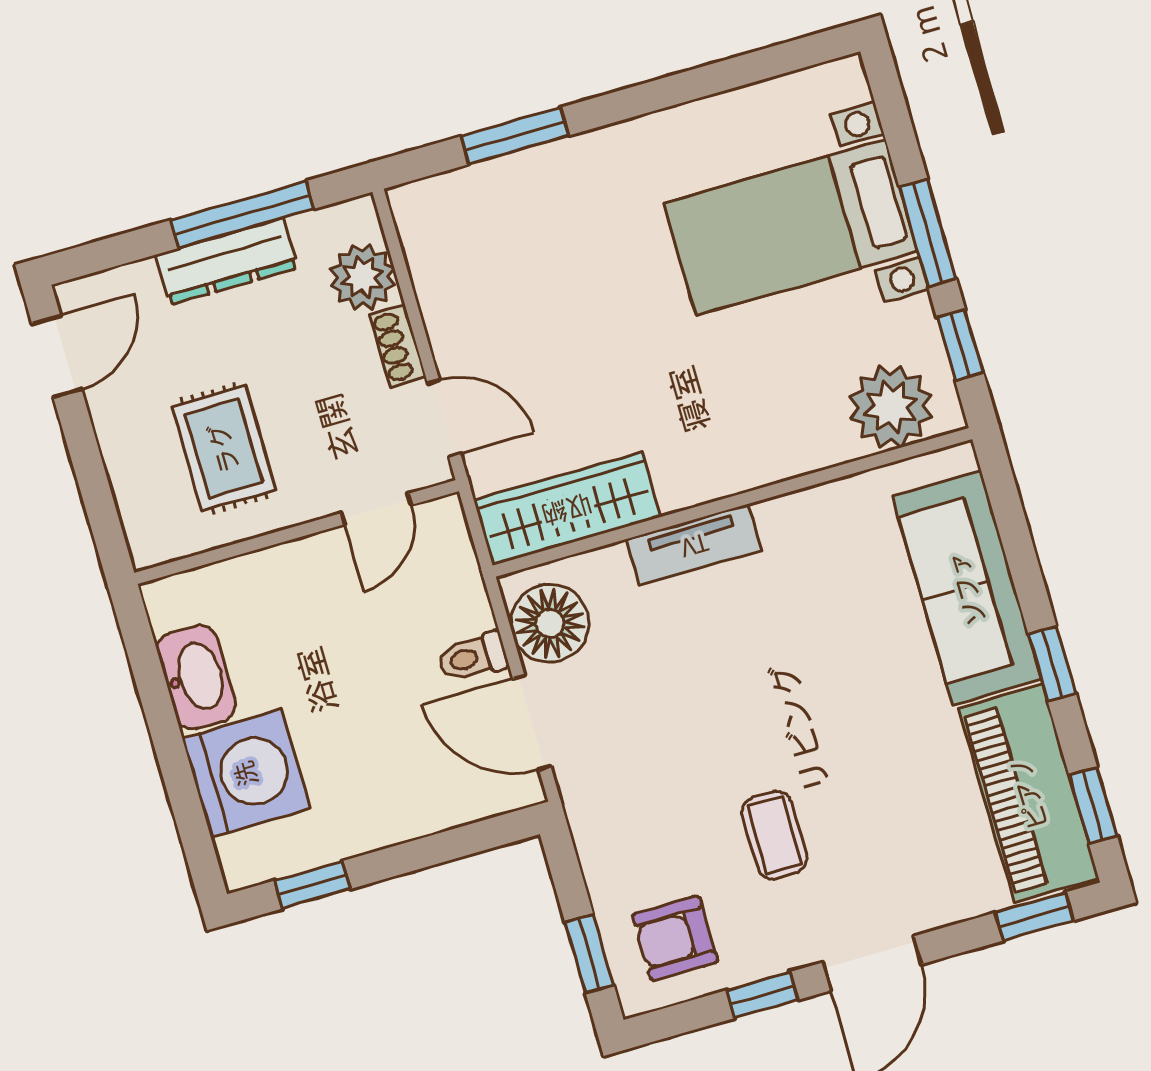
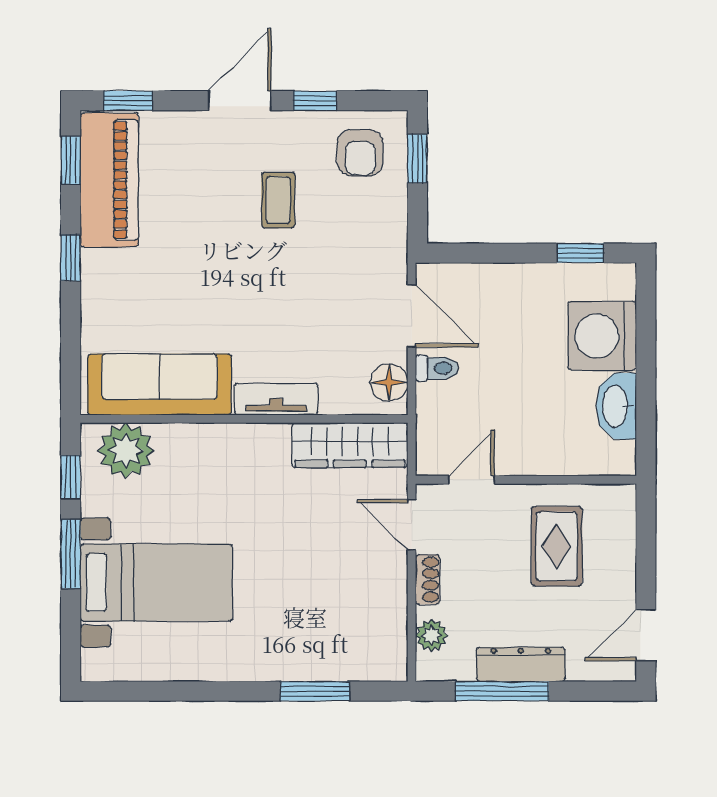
plant: (362, 277) -> (431, 635), width x0.73, depth x0.73
sofa: (967, 588) -> (159, 384), moved, turned -90
floor lamp: (550, 623) -> (389, 382), width x0.73, depth x0.73
armchair: (675, 938) -> (360, 153), turned 90

